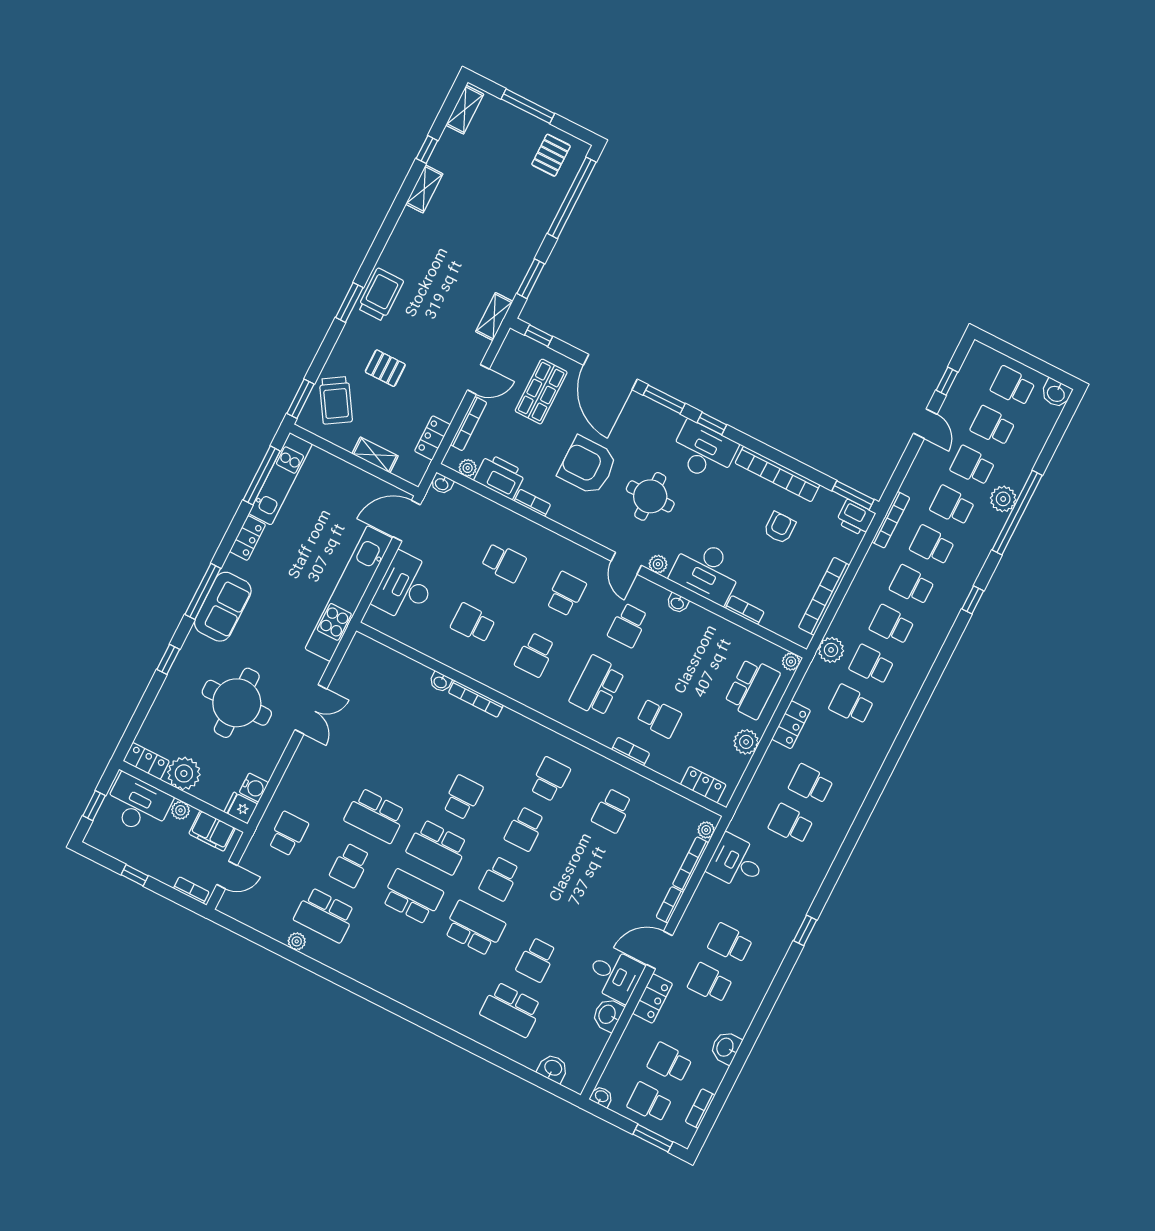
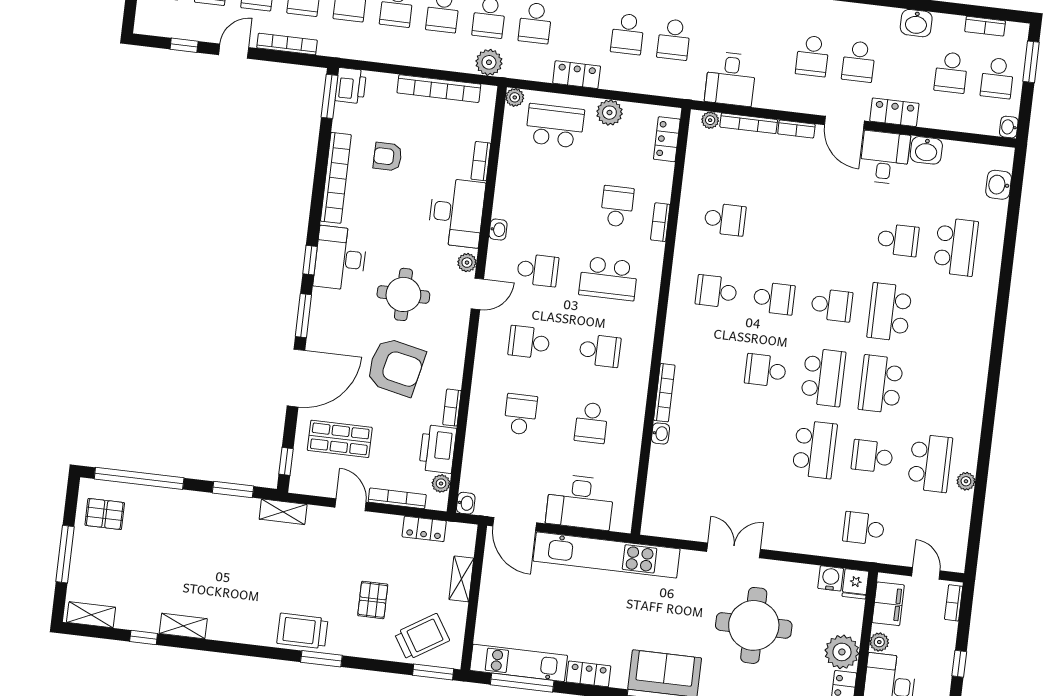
armchair: (588, 466) -> (396, 367), turned -78
bookcase: (891, 520) -> (287, 44), moved
school desk: (350, 865) -> (872, 456), turned 180

